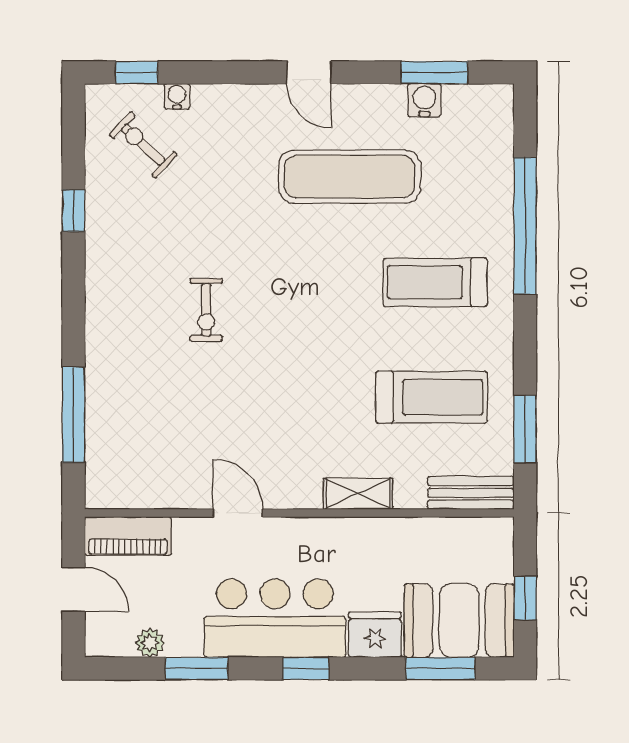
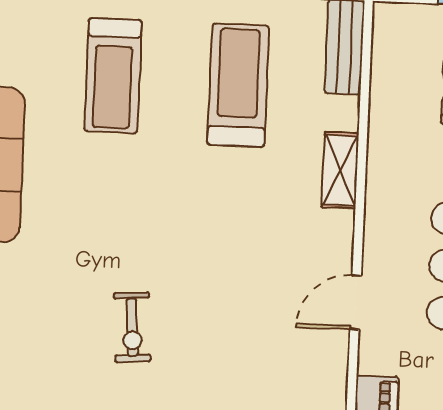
exercise bike: (206, 310) -> (132, 327), turned 86

